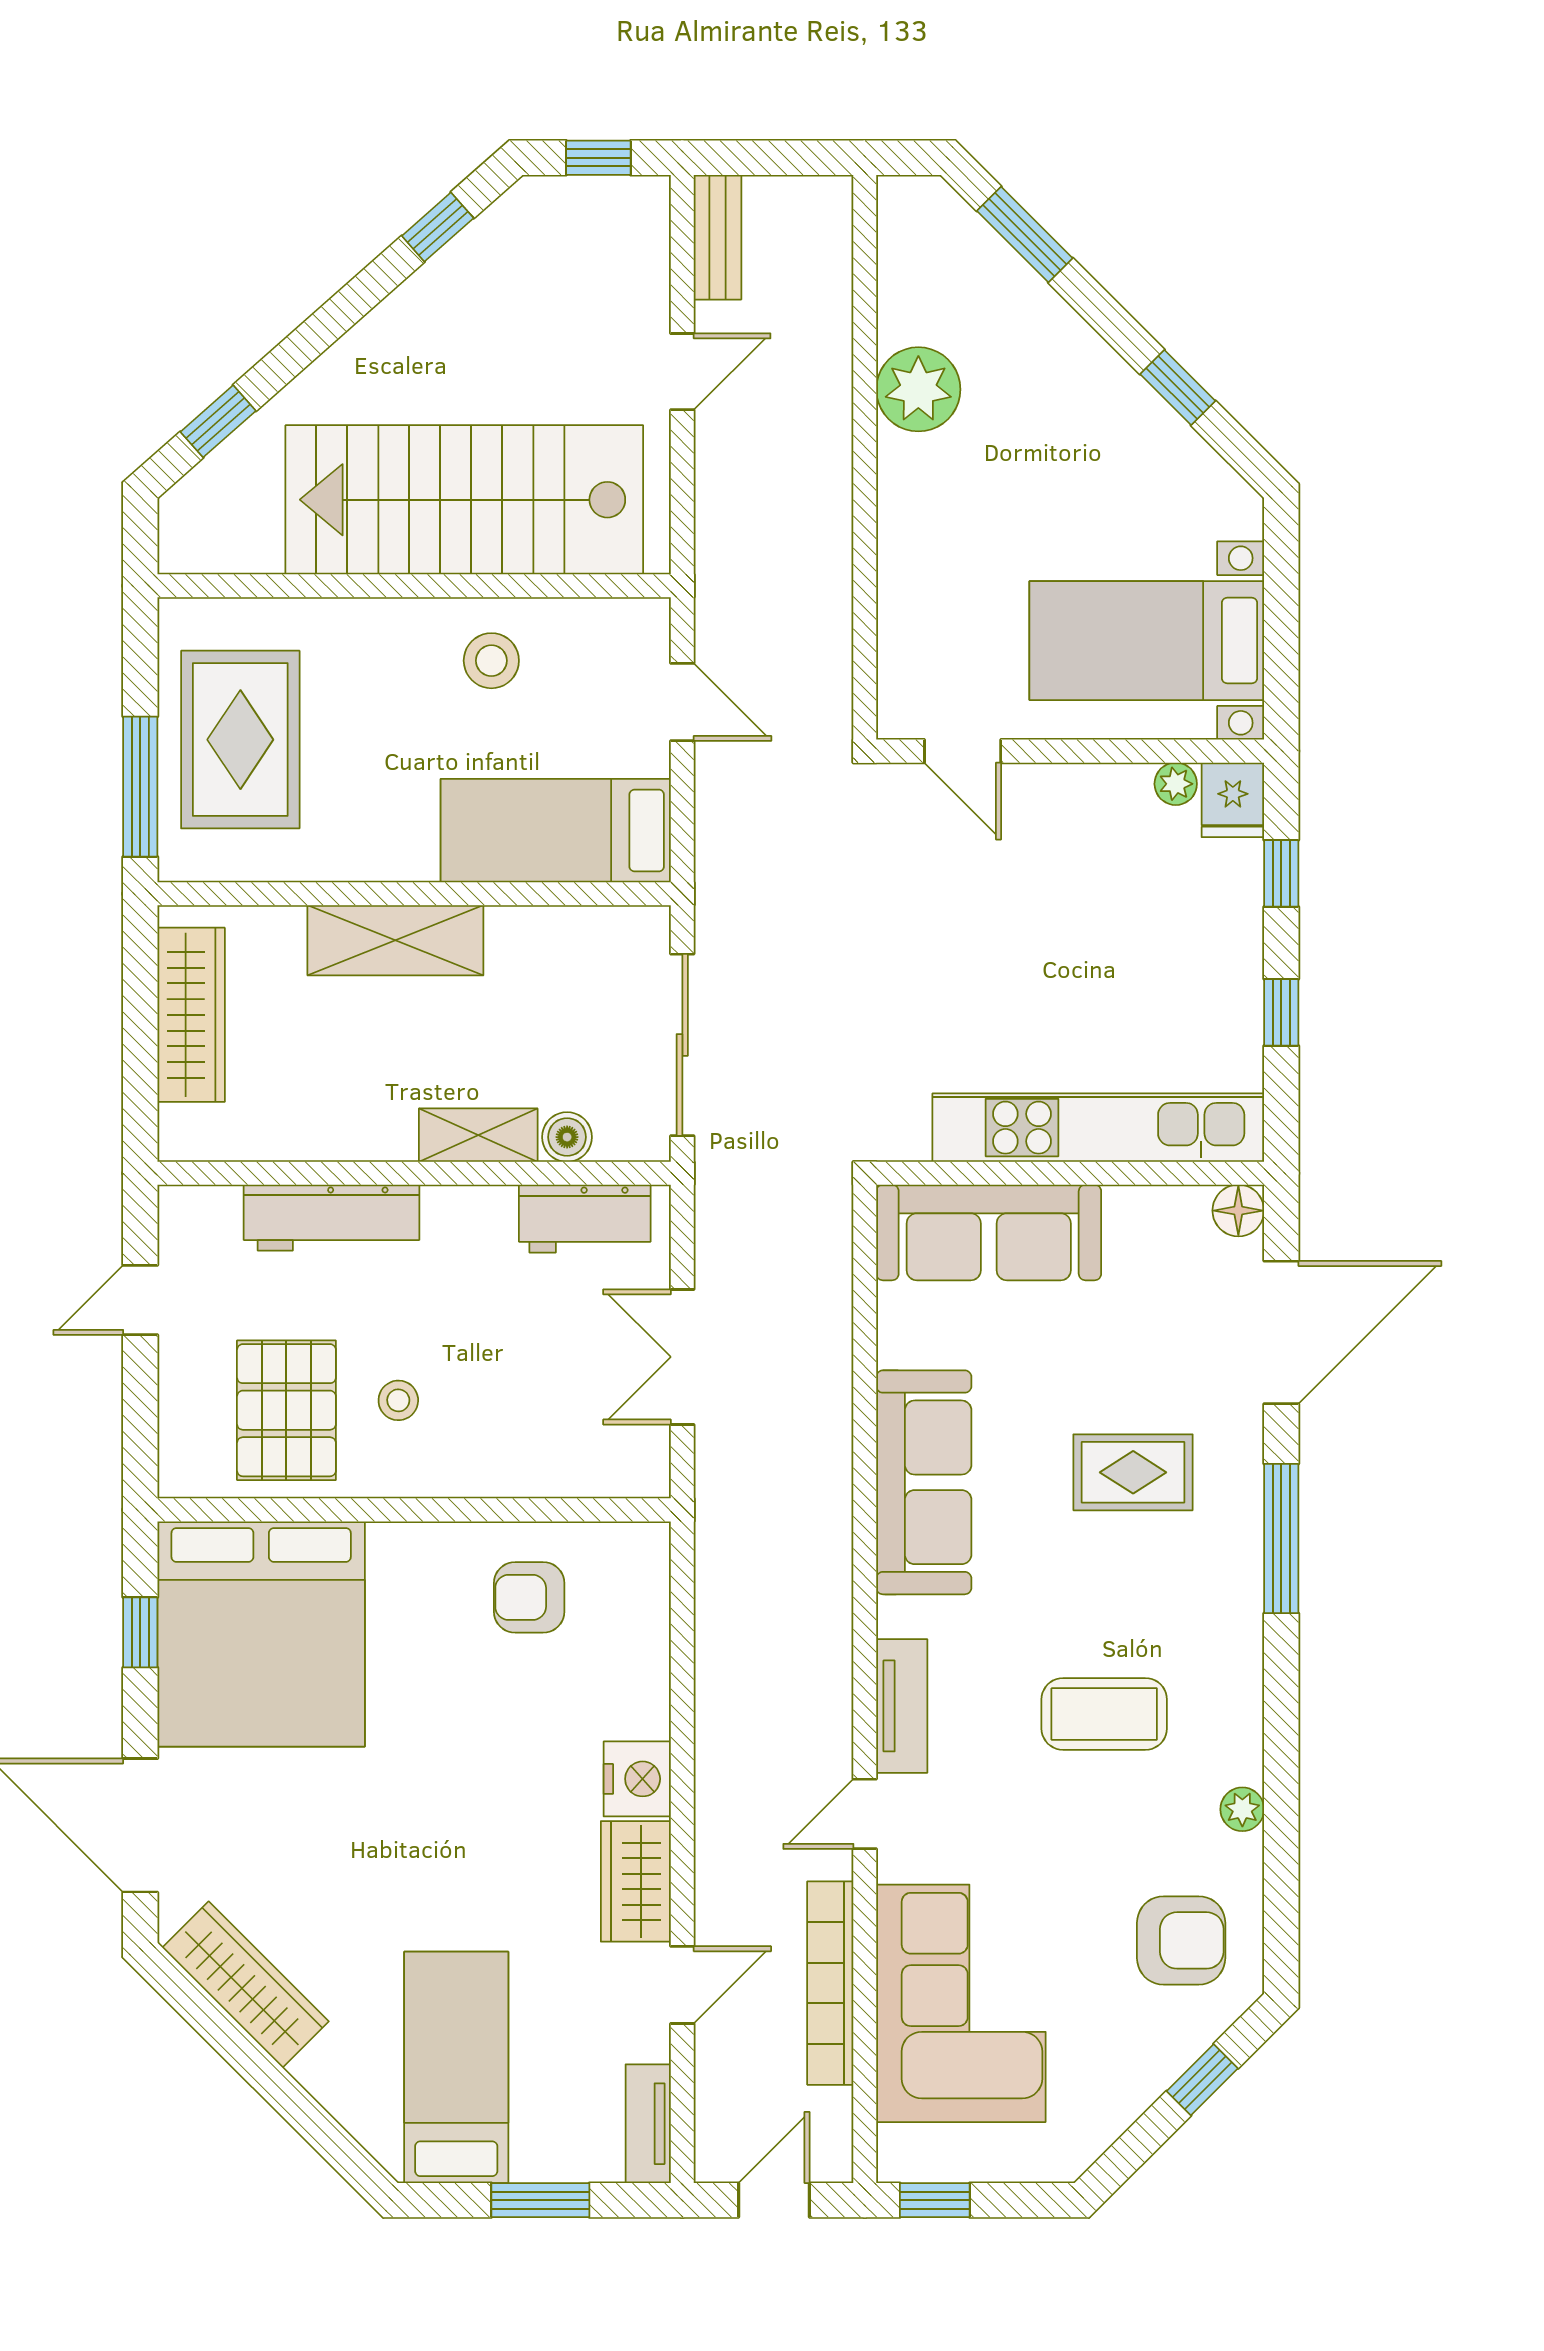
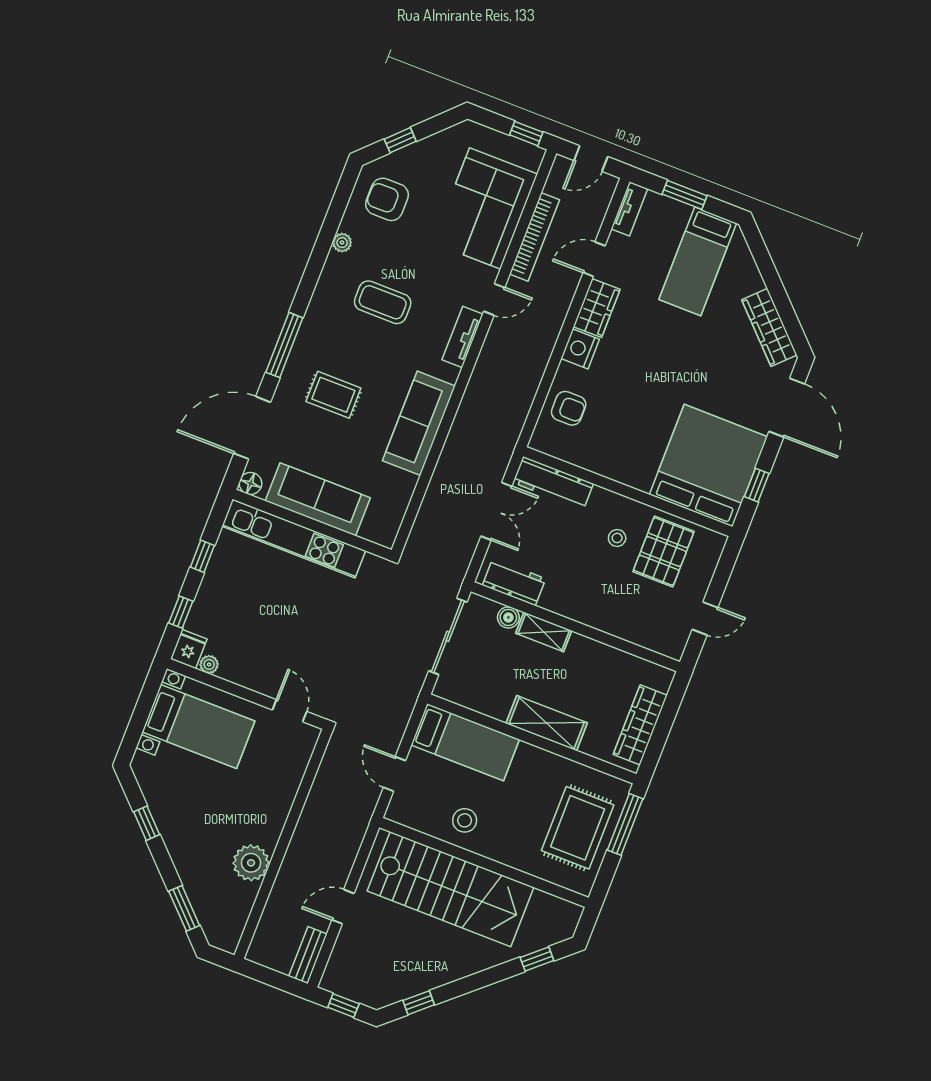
workbench: (331, 1218) -> (553, 483), moved, turned 180
sofa: (989, 1232) -> (318, 499), moved
armchair: (529, 1597) -> (569, 408), moved

